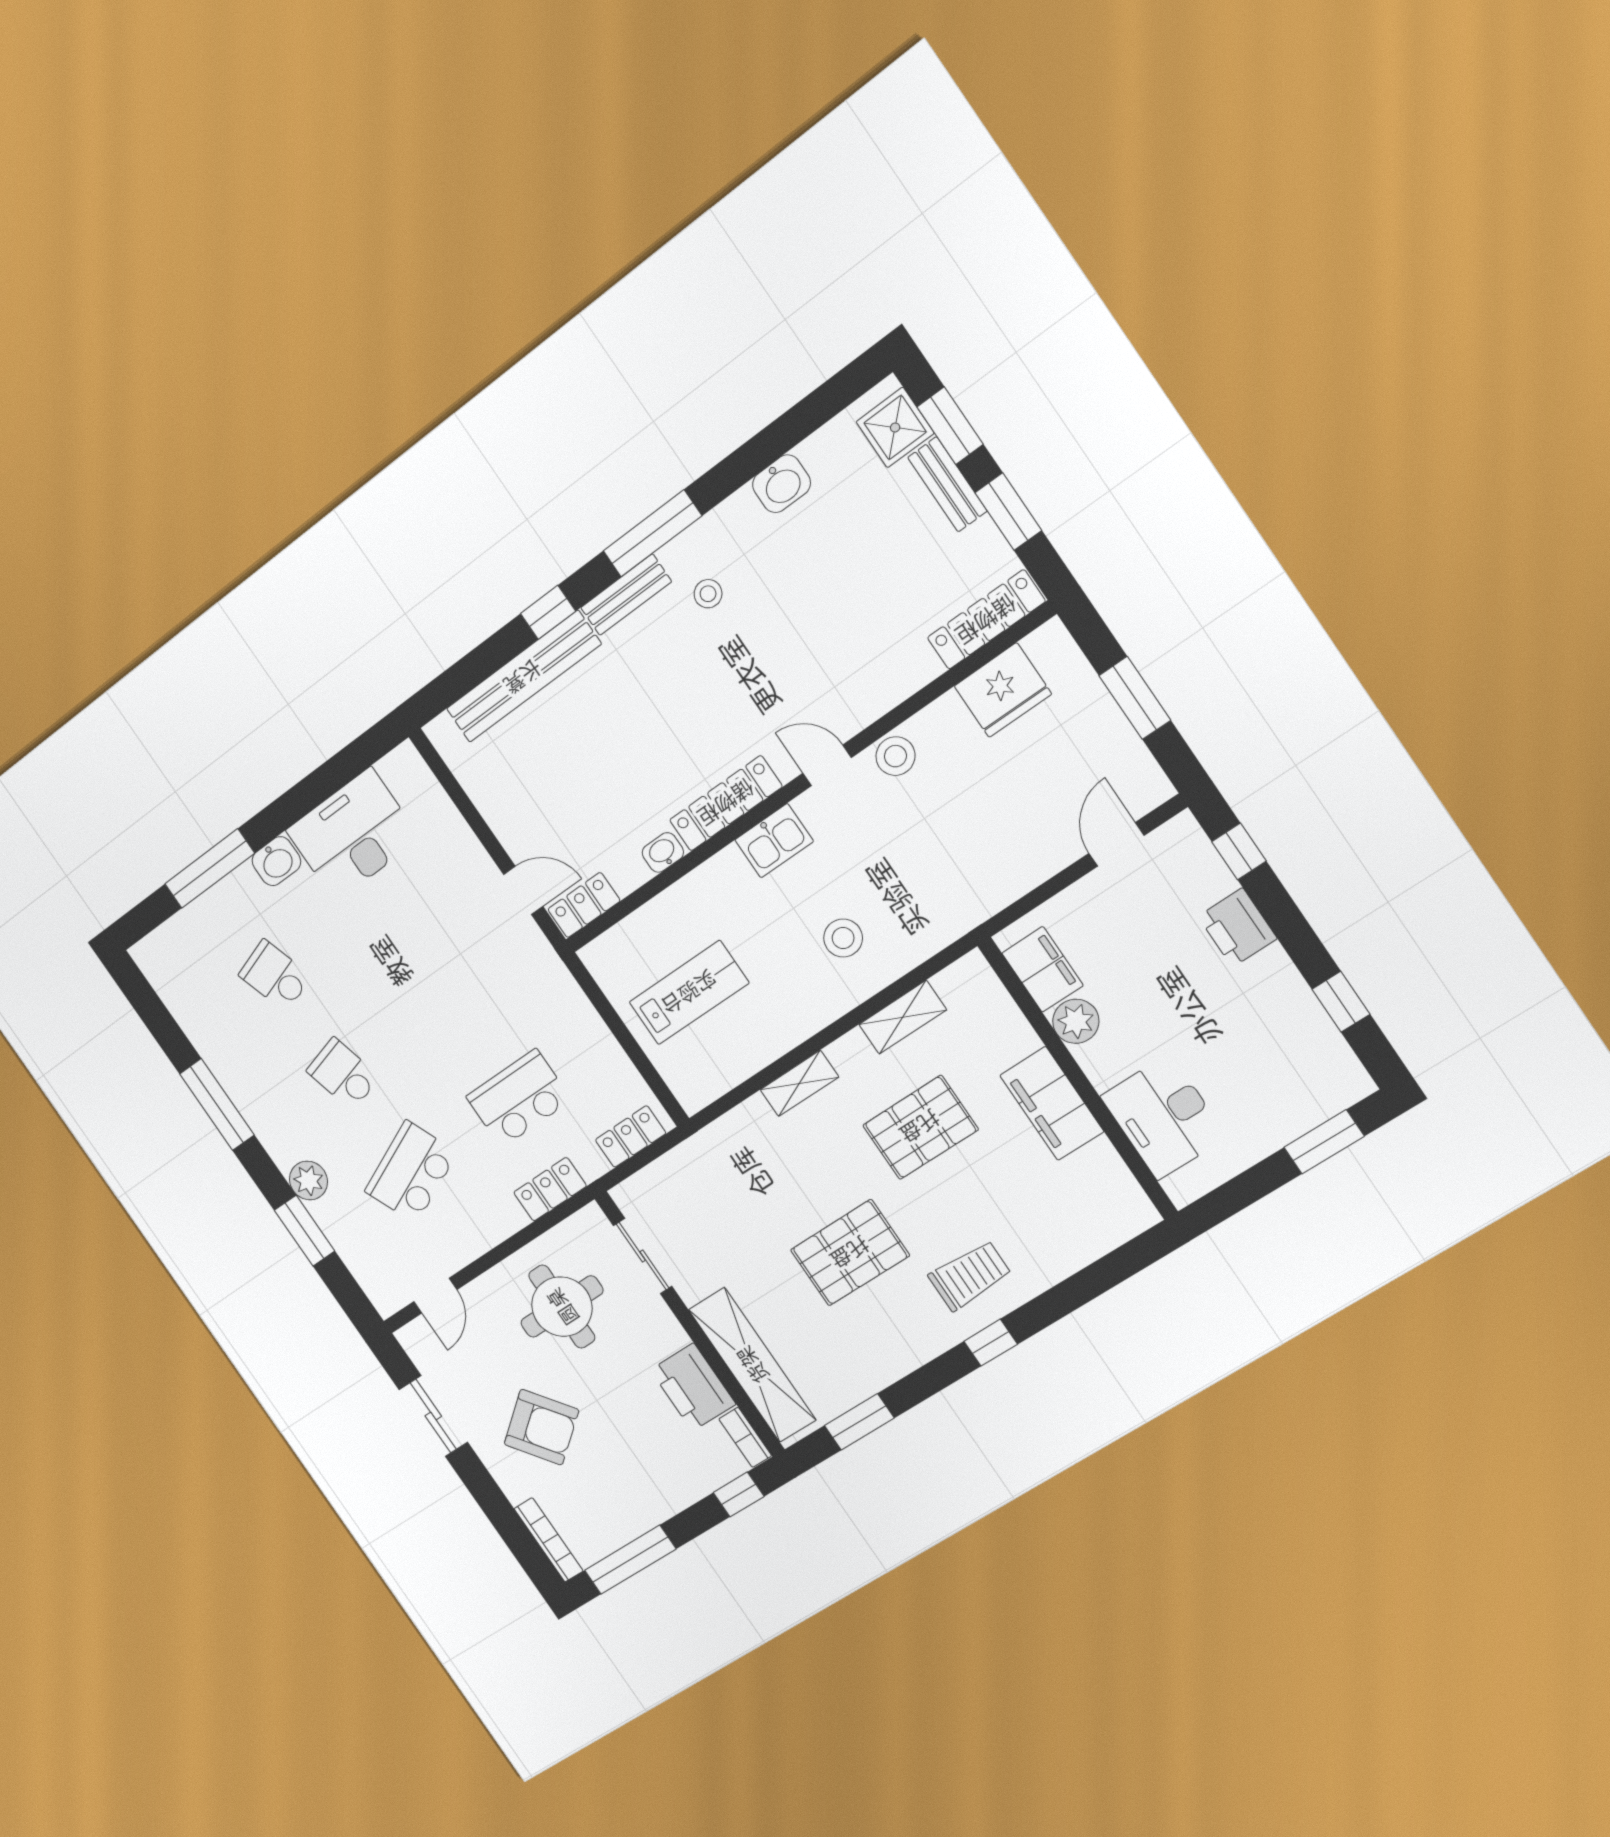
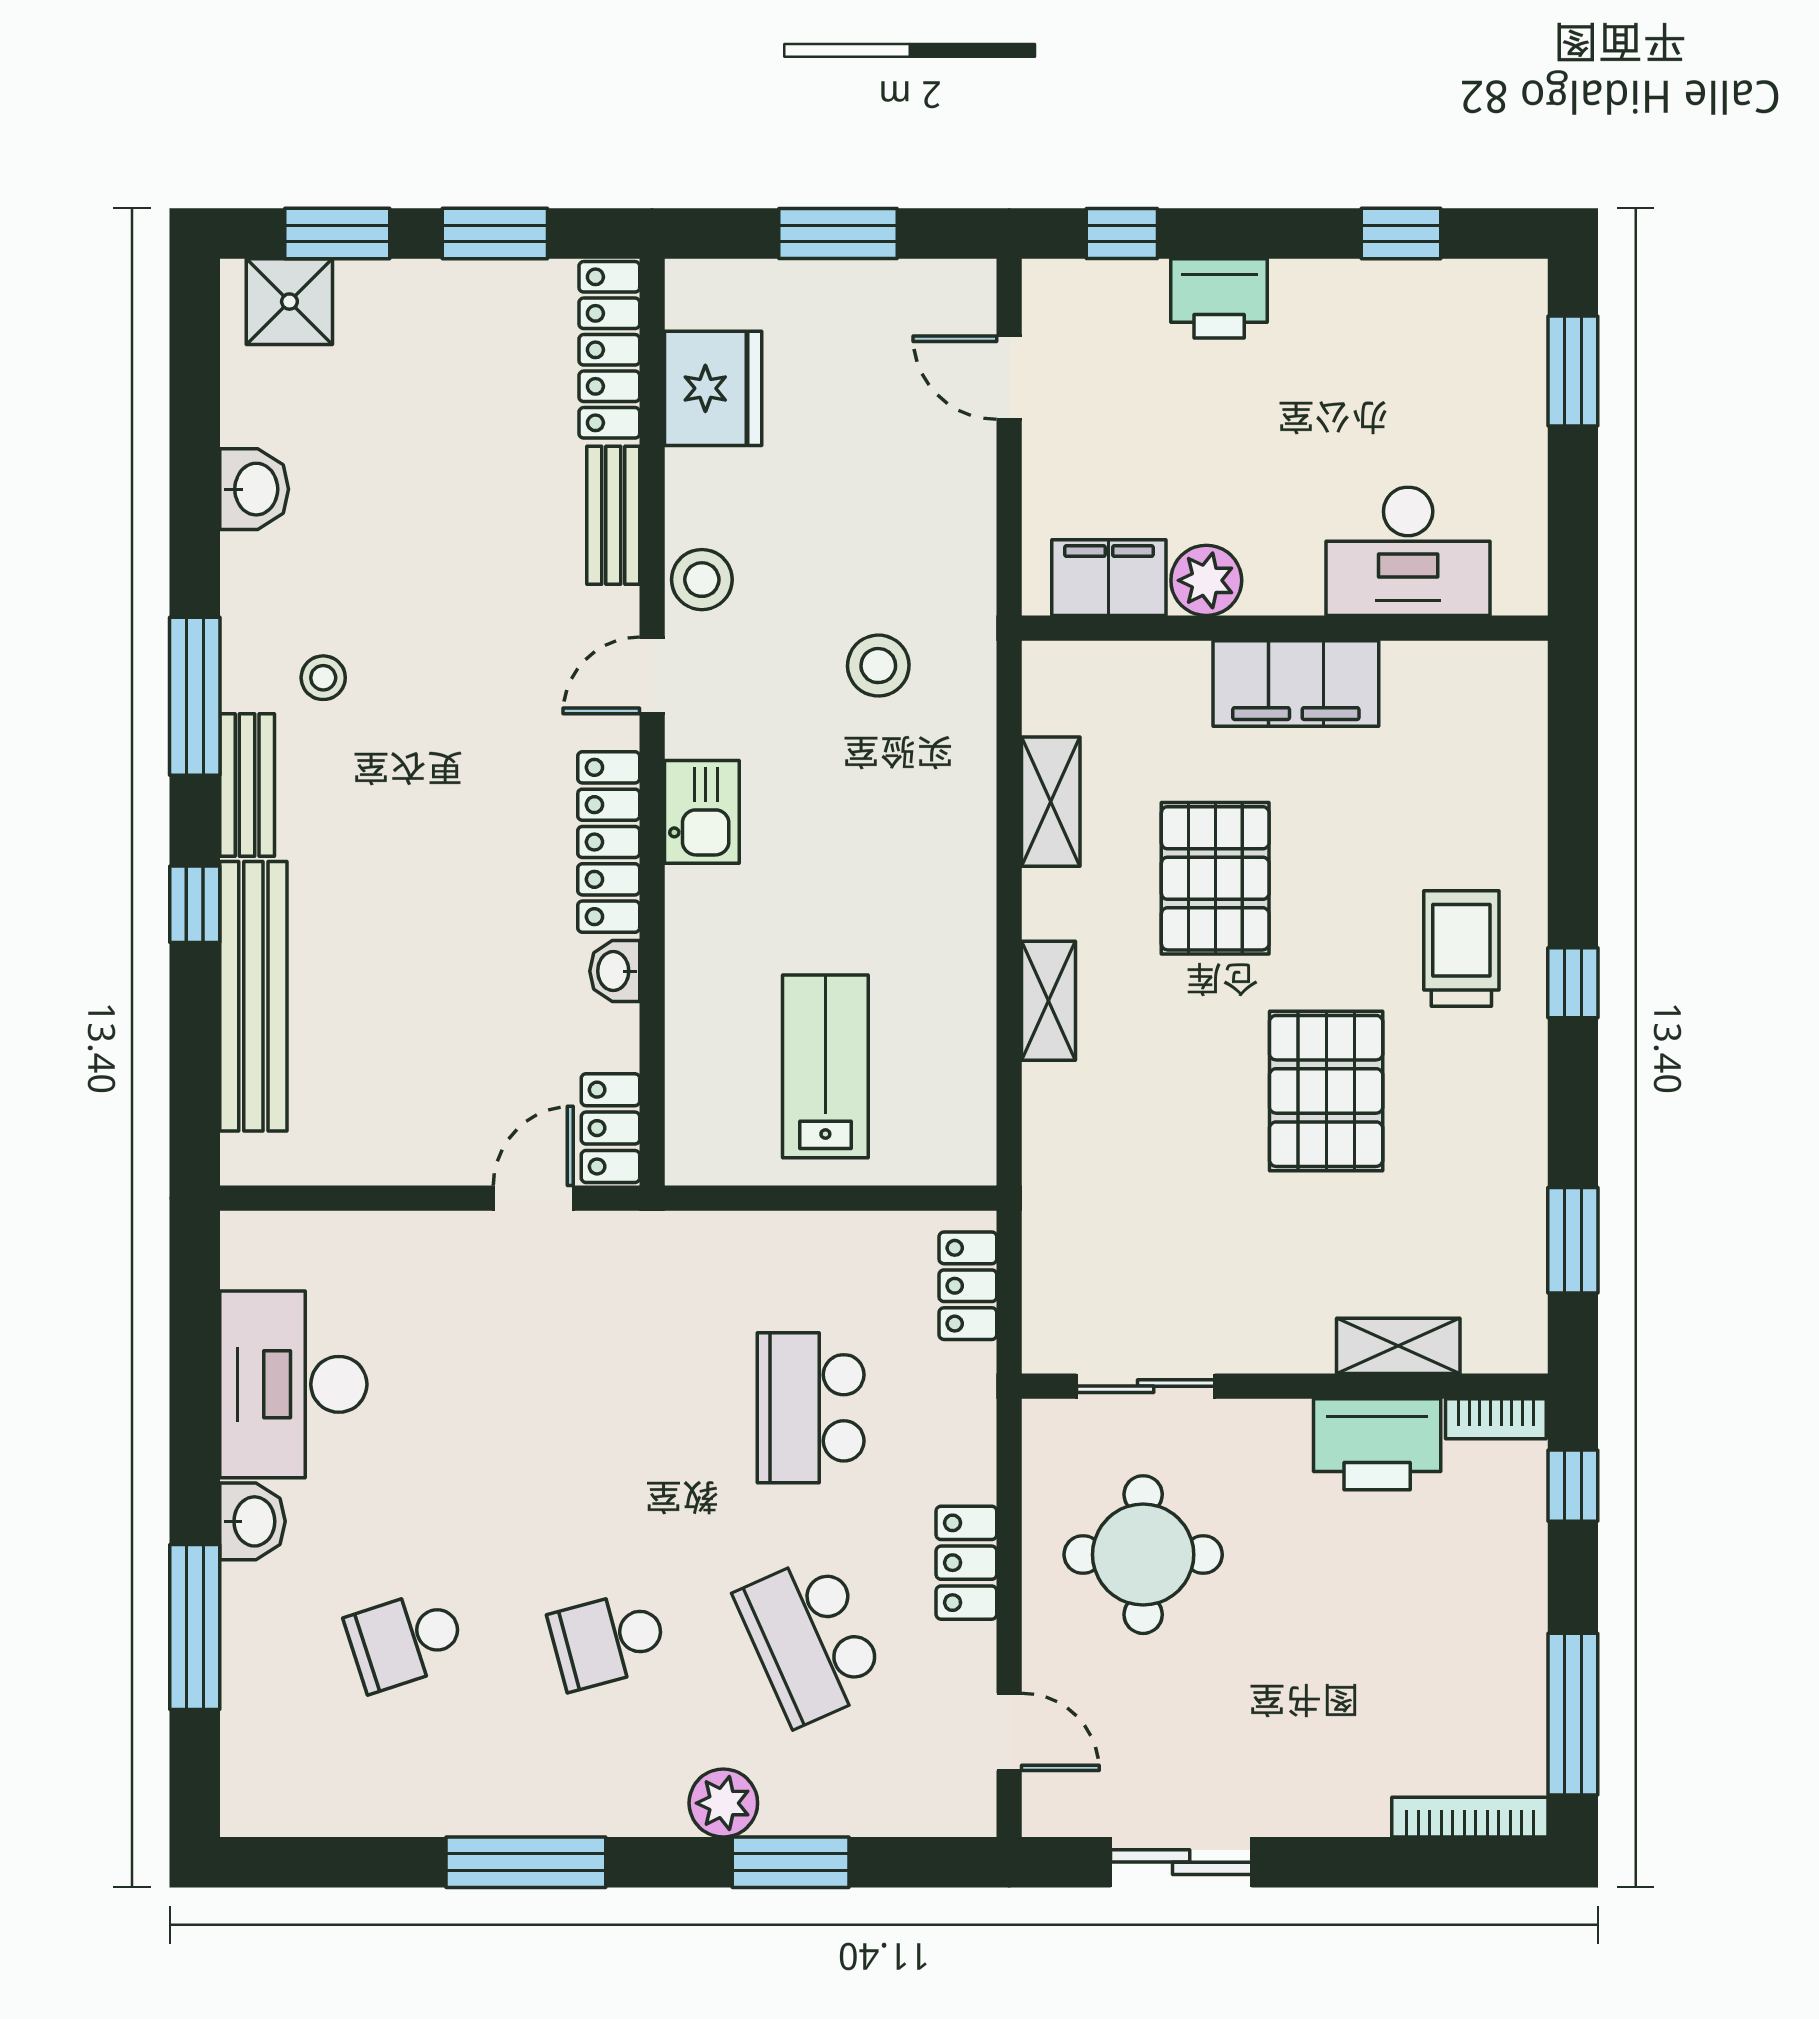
bench: (947, 484) -> (613, 515), moved, turned 90
stool: (843, 938) -> (878, 666), moved
locker: (550, 1189) -> (966, 1563), moved
shelving: (752, 1365) -> (1398, 1346), width x0.45, depth x0.75
armchair: (541, 1427) -> (1298, 1709), removed

